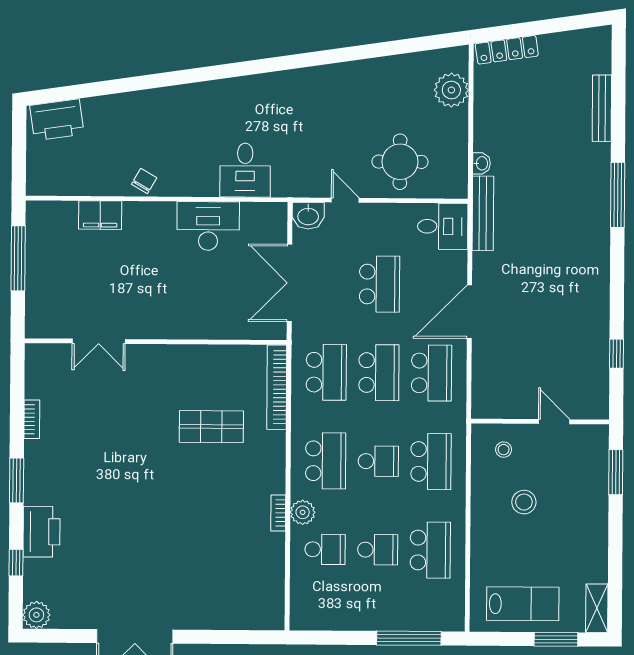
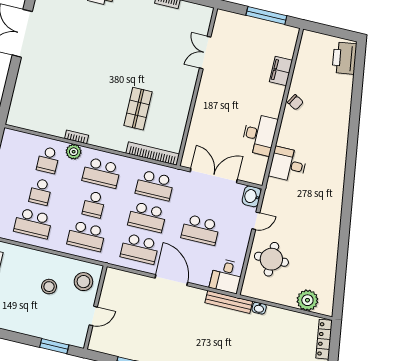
stool: (504, 450) -> (83, 282), width x1.89, depth x1.89

